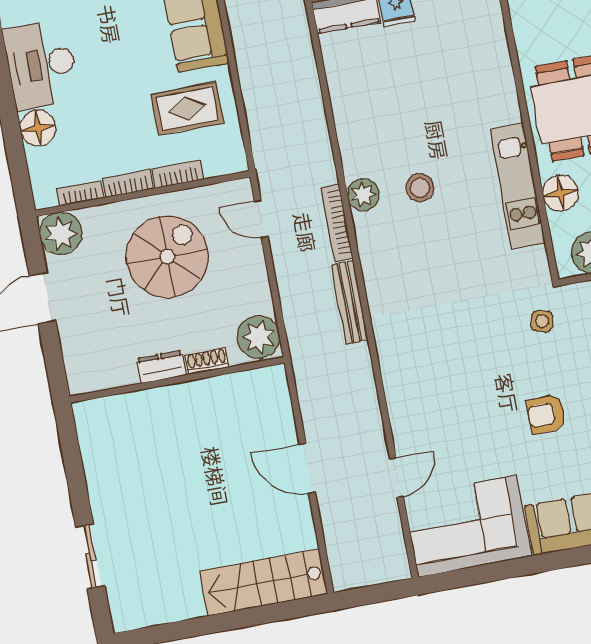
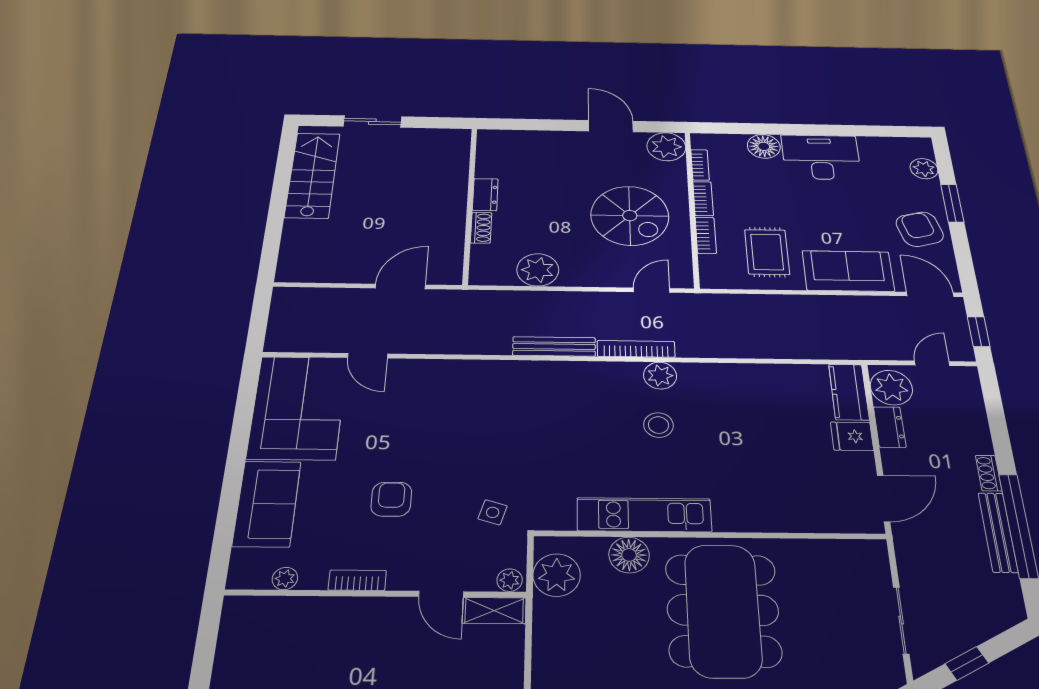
shoe rack: (207, 361) -> (481, 228), moved
dresser: (161, 367) -> (485, 195), moved
wall: (177, 380) -> (470, 204), moved
stairs: (264, 582) -> (312, 175), moved

